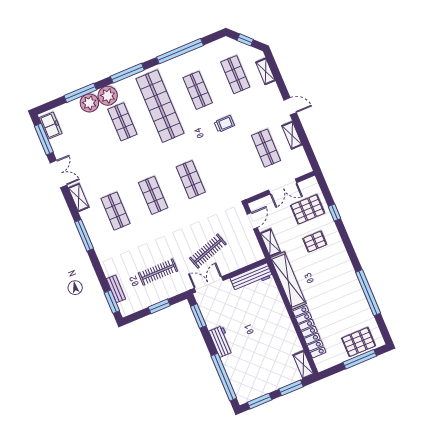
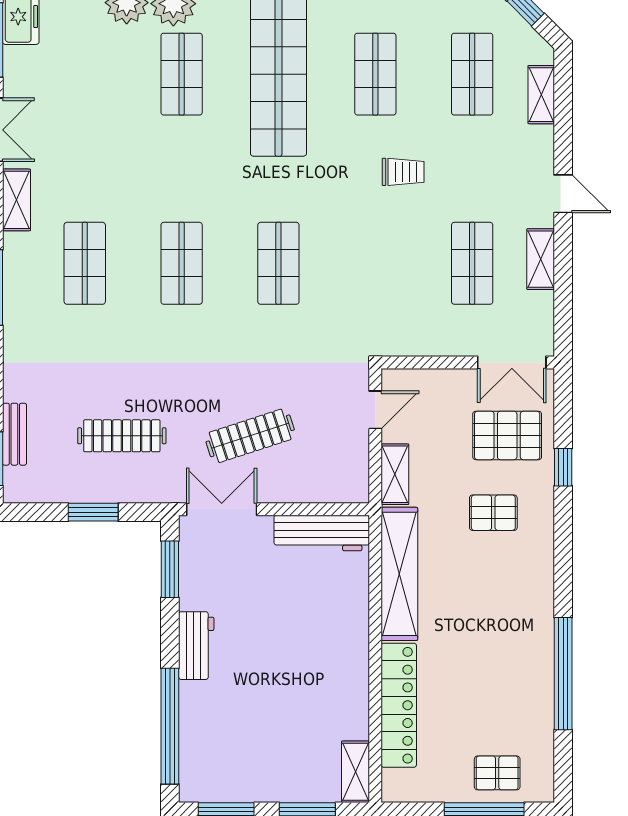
double door: (283, 186) -> (512, 362), moved
pallet: (359, 342) -> (497, 773), width x0.67, depth x0.71

